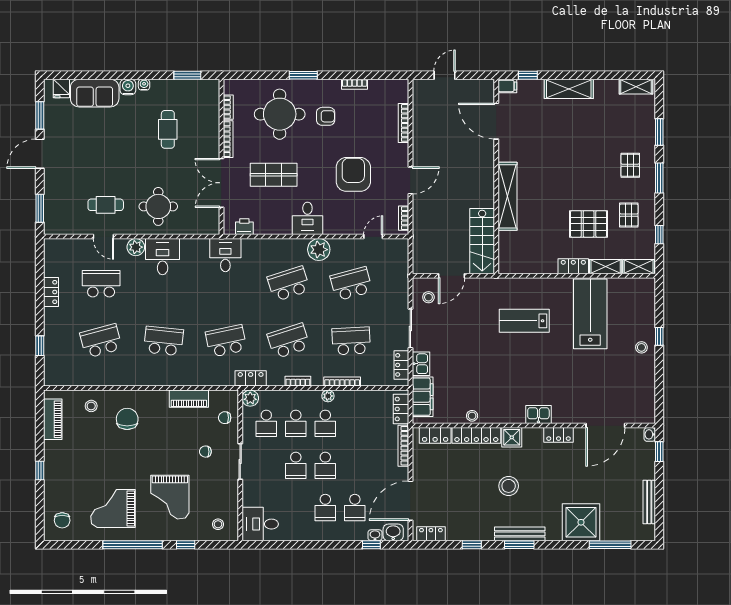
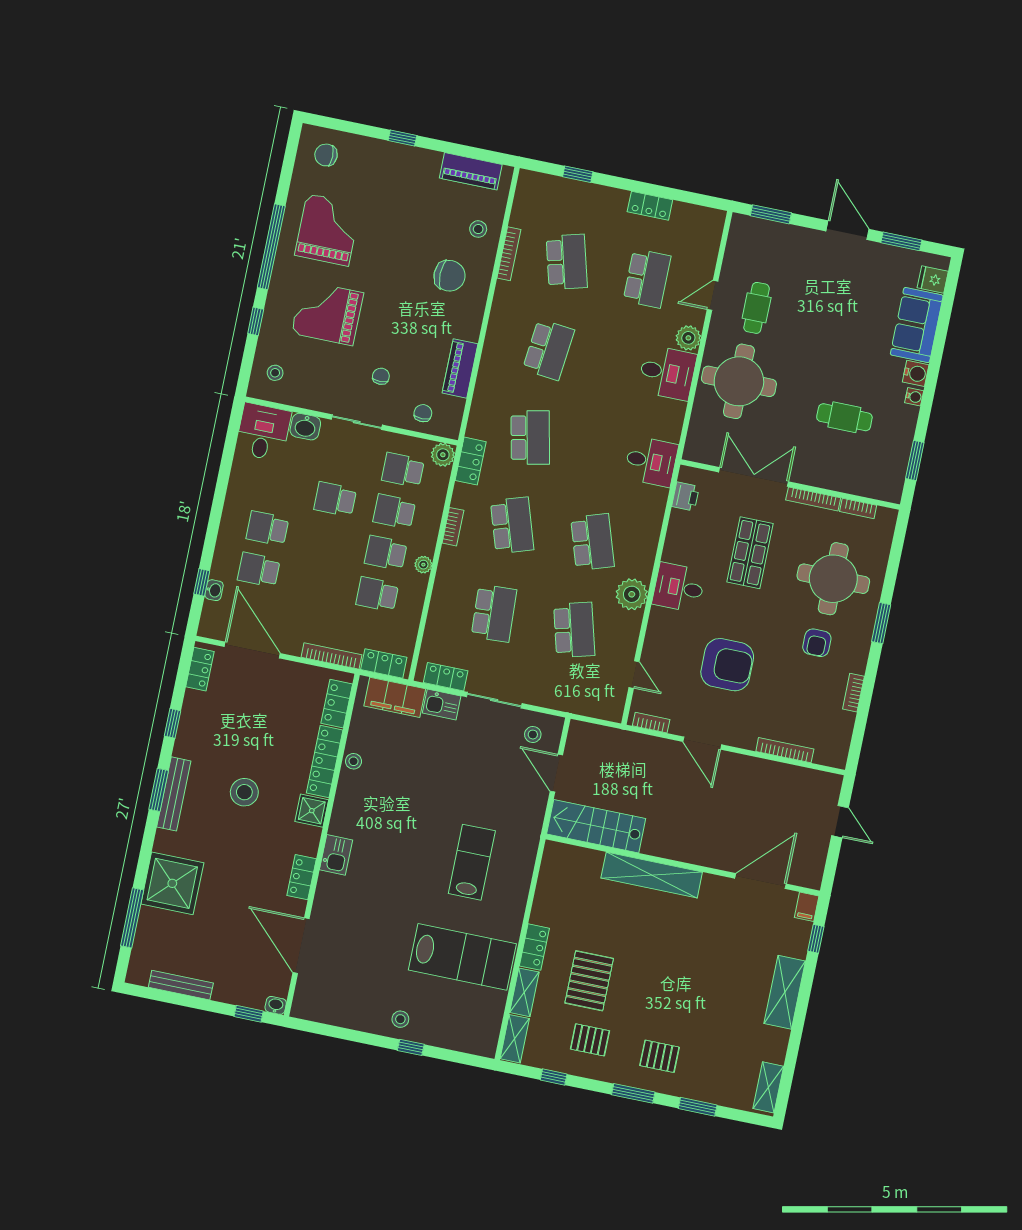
round table: (158, 206) -> (739, 381), width x1.36, depth x1.36
bookcase: (342, 382) -> (509, 254), moved
school desk: (325, 465) -> (377, 594), moved
washbasin: (393, 532) -> (305, 427), moved, turned 90

